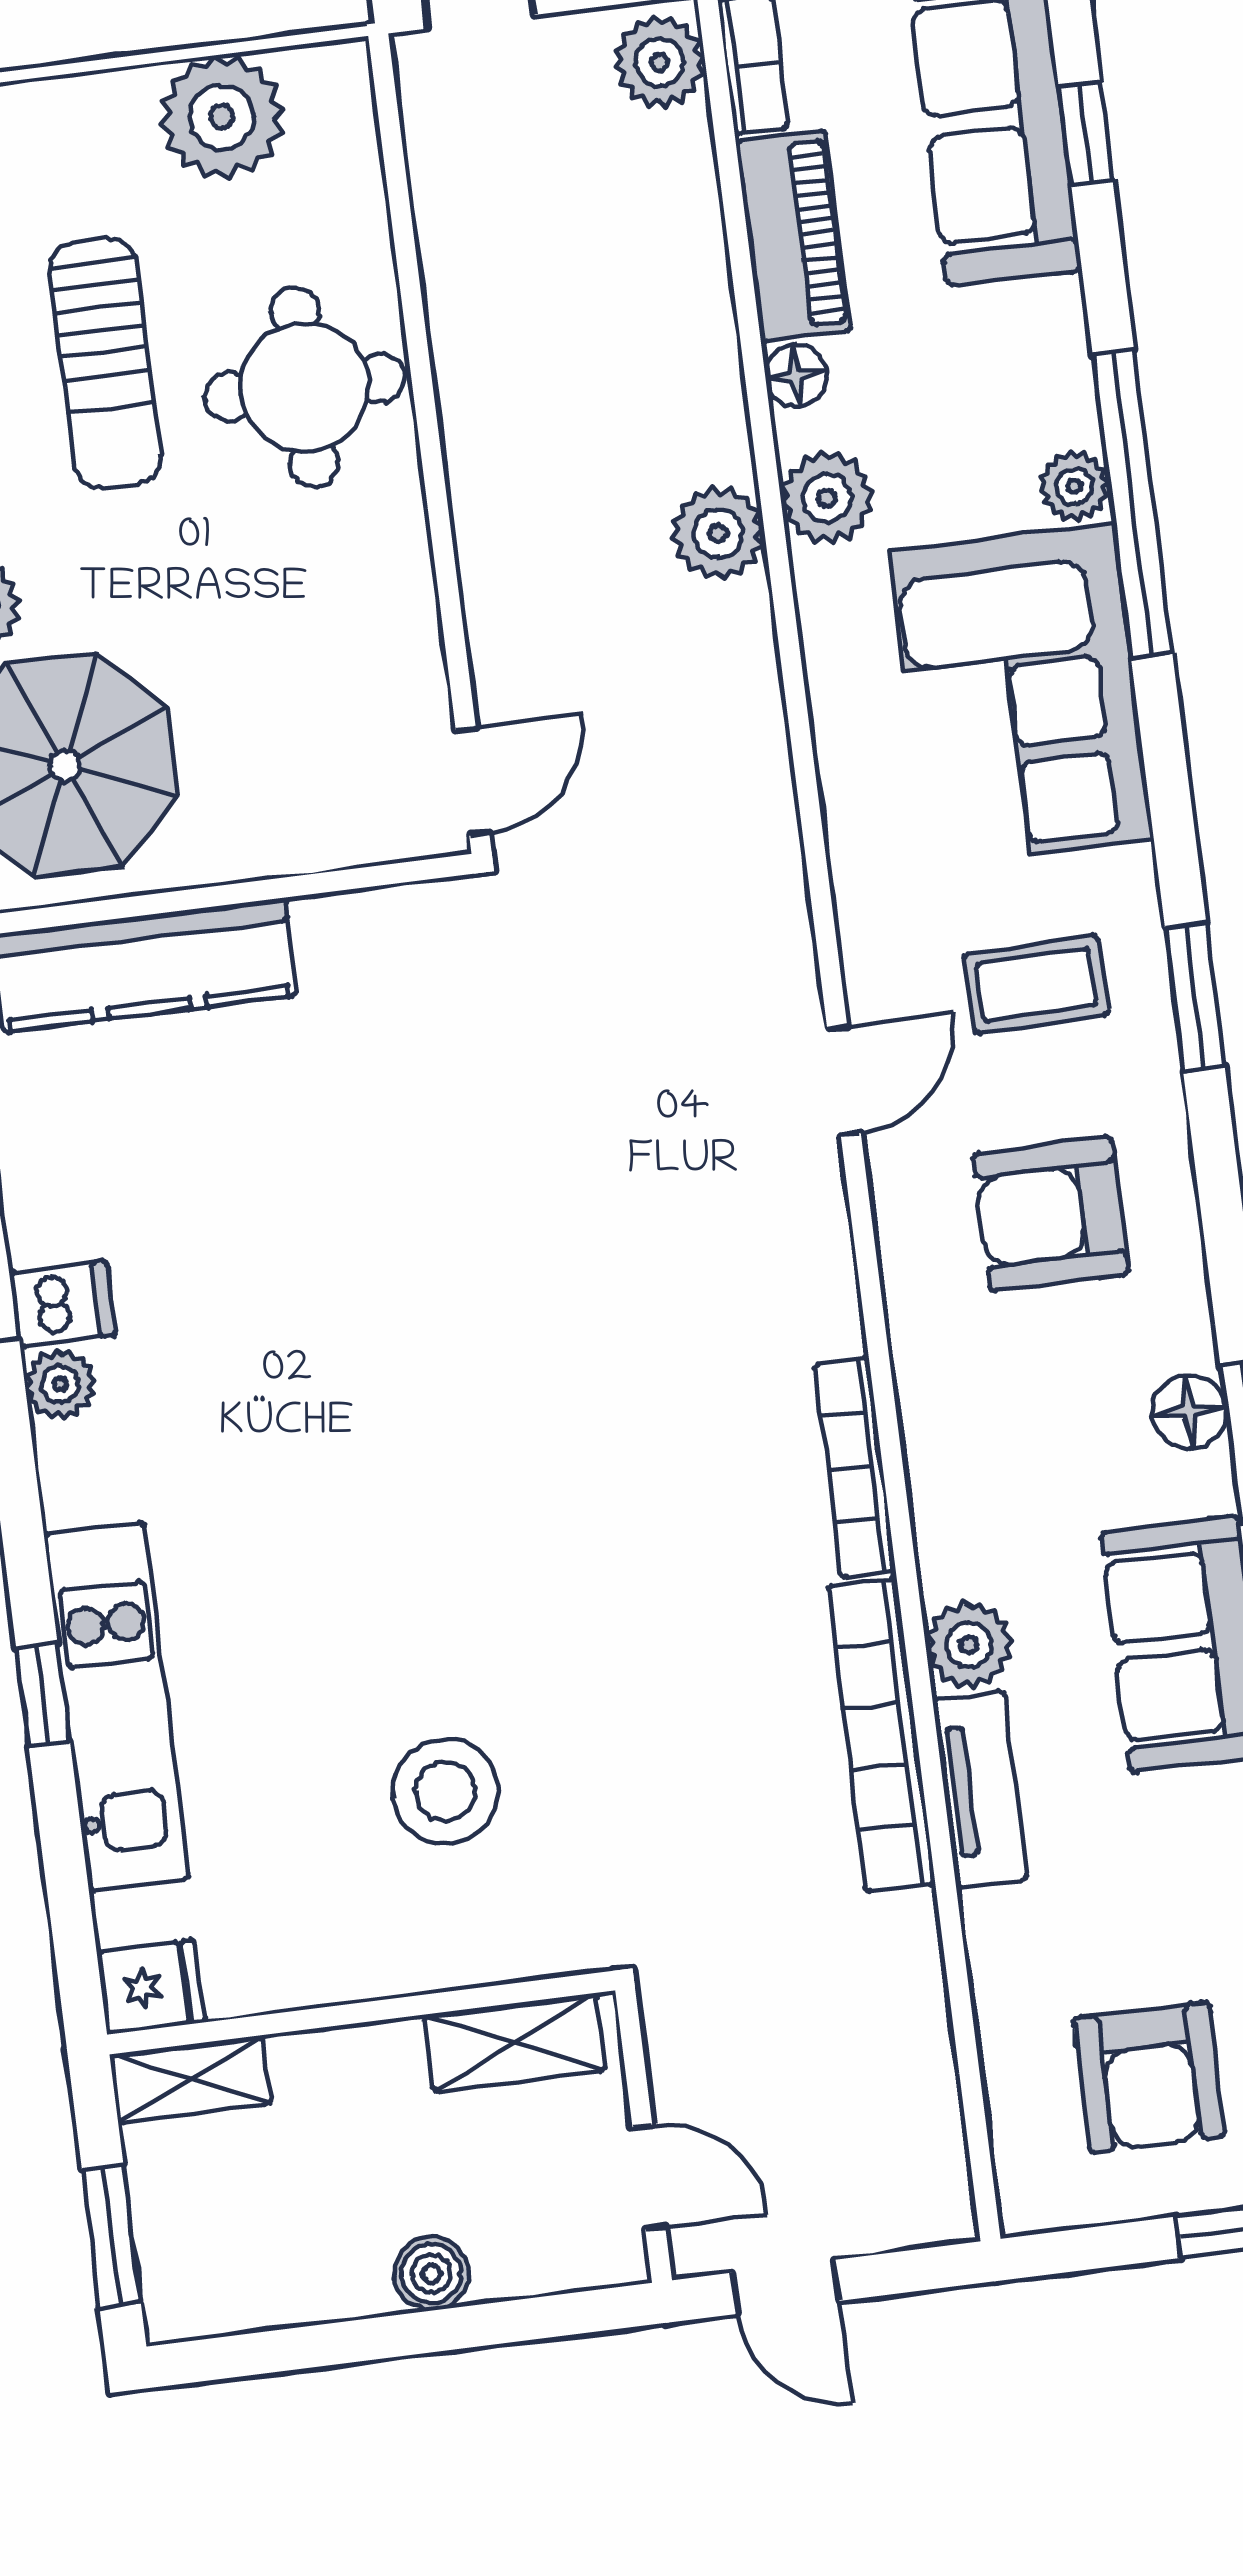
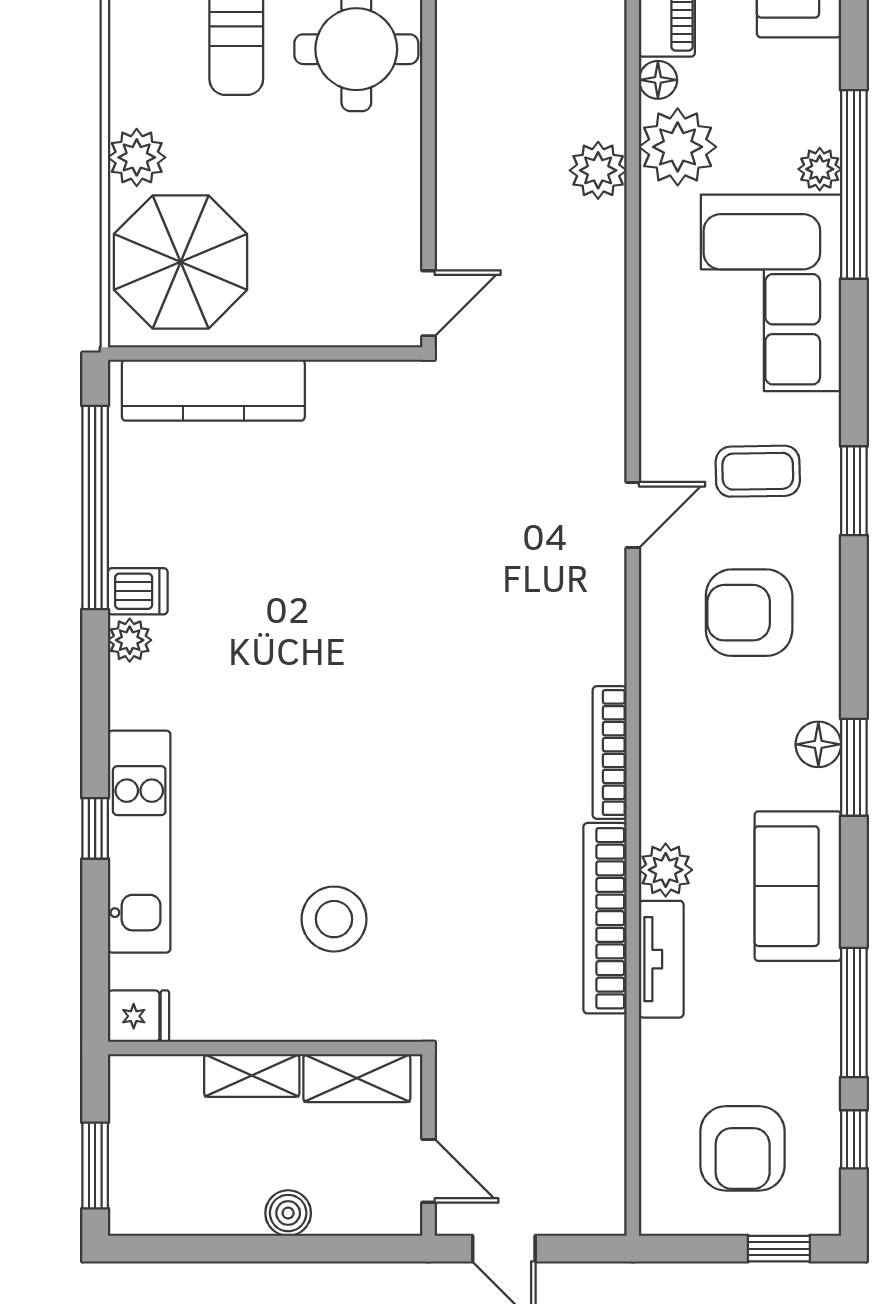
plant: (827, 498) -> (678, 147), width x1.36, depth x1.36
shelving: (190, 2079) -> (252, 1075), moved

